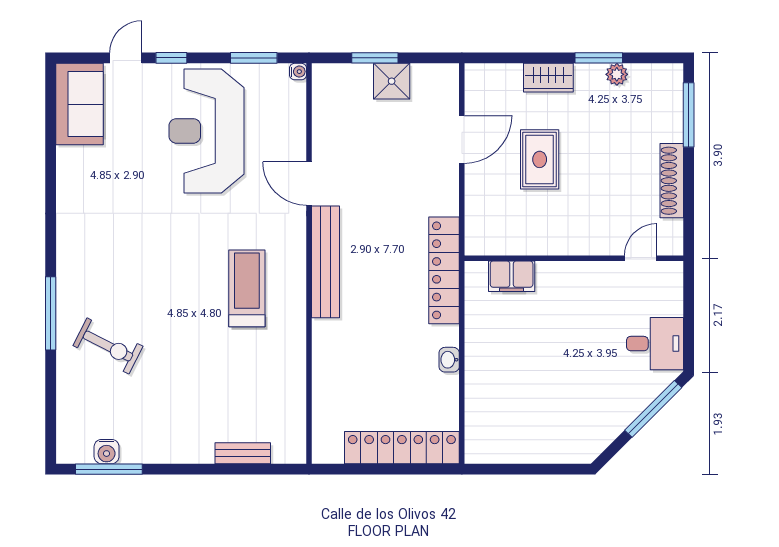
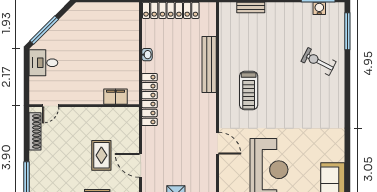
door: (462, 139) -> (141, 165), hinge flipped
shoe rack: (672, 181) -> (35, 131), moved
bench: (326, 262) -> (209, 64), moved
window: (51, 313) -> (347, 31), moved

